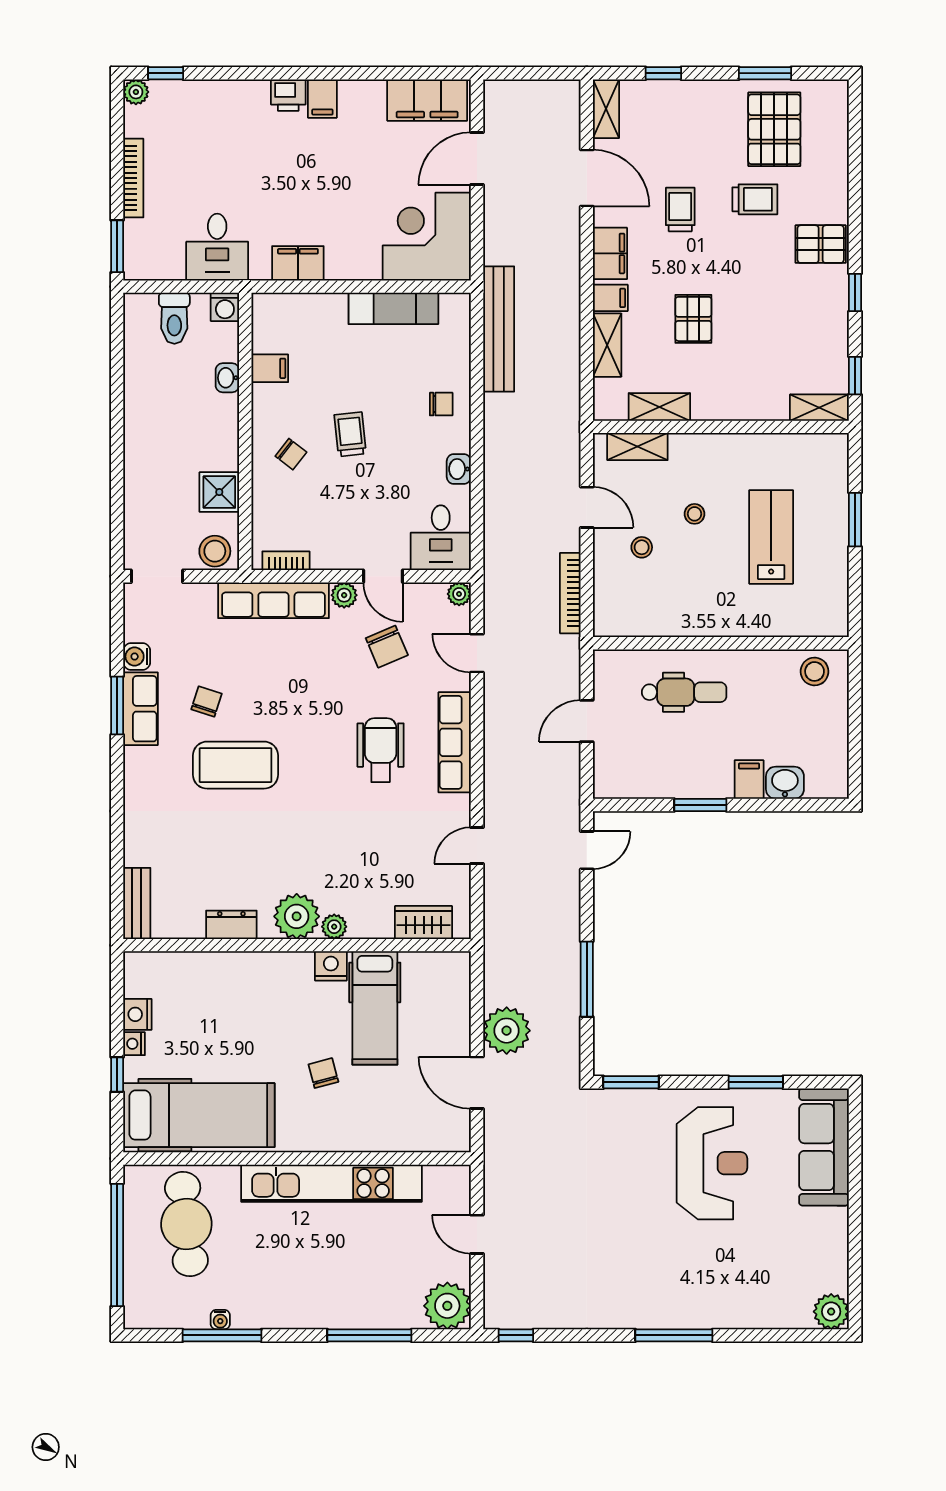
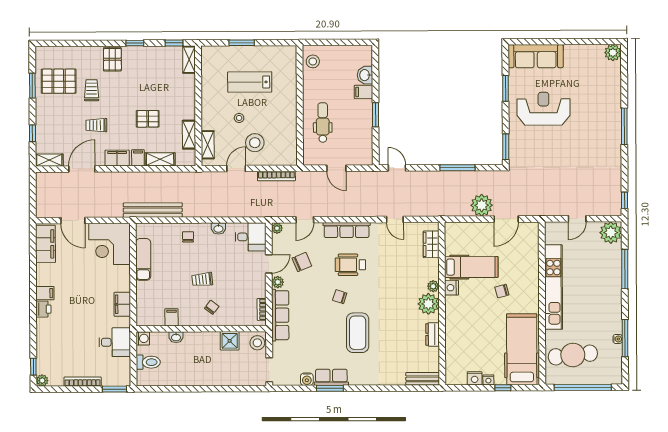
stool: (642, 547) -> (255, 143), width x1.89, depth x1.89
chair: (207, 701) -> (340, 297), moved

